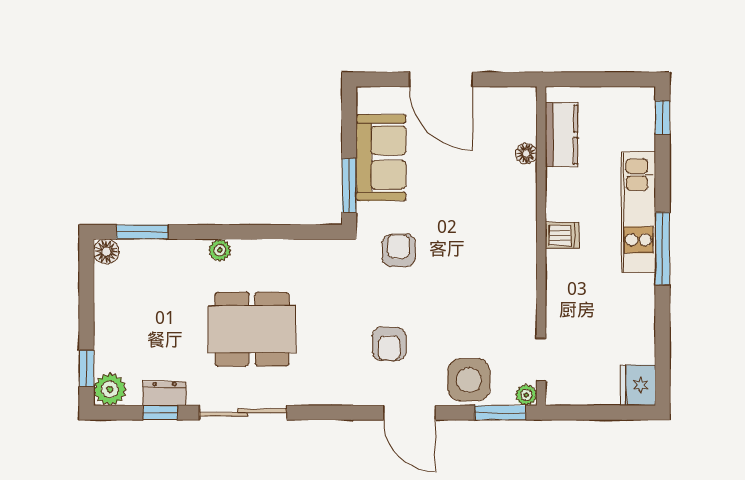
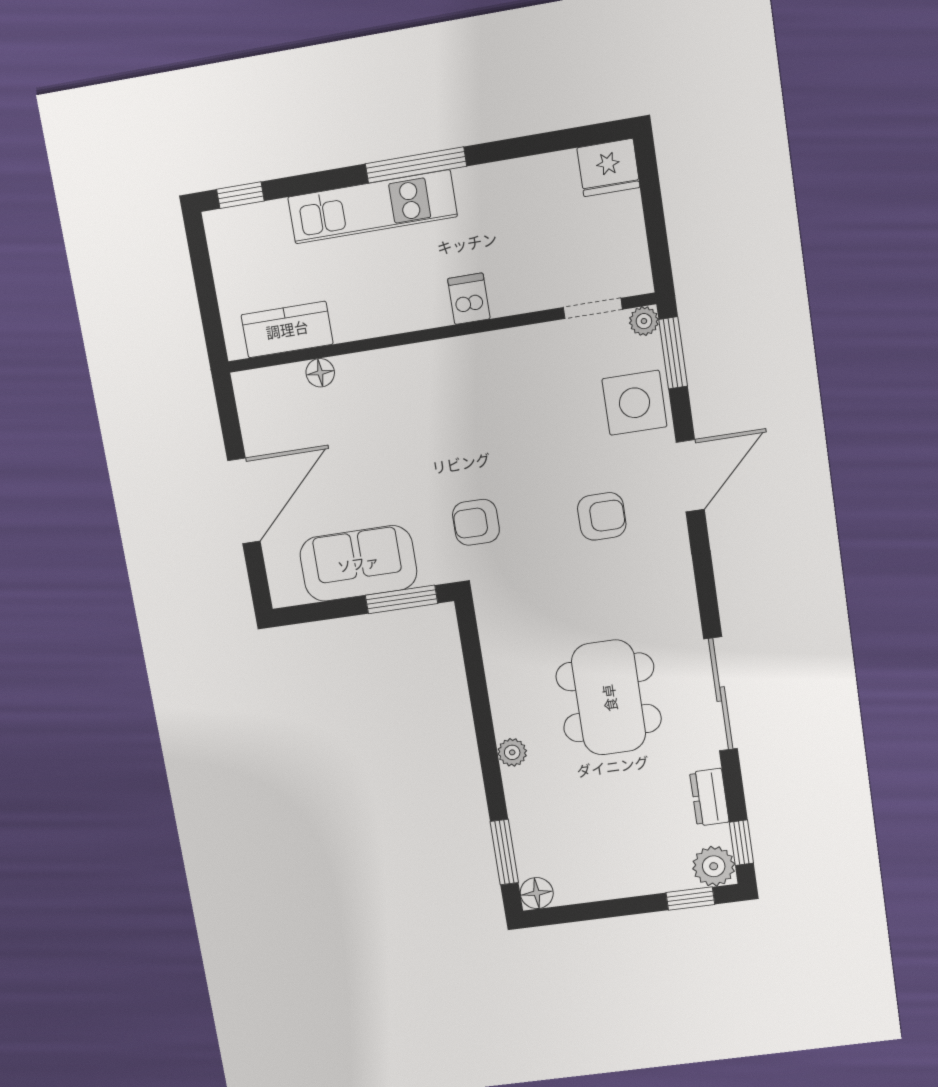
dishwasher: (562, 235) -> (469, 299), moved
window: (160, 413) -> (741, 843), moved

